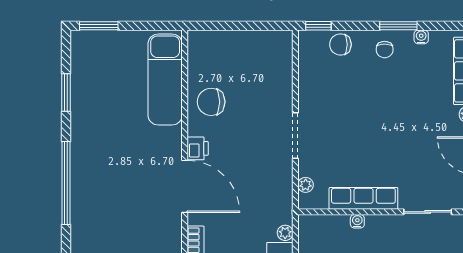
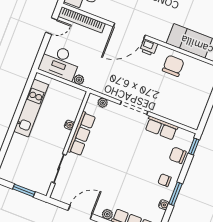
chair: (340, 44) -> (178, 155), turned -90
row of seats: (310, 84) -> (161, 128), added

